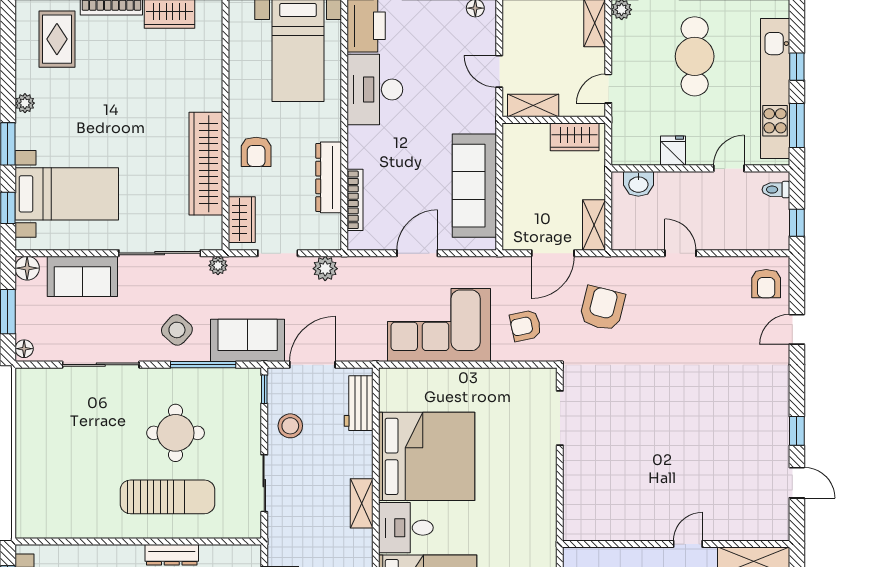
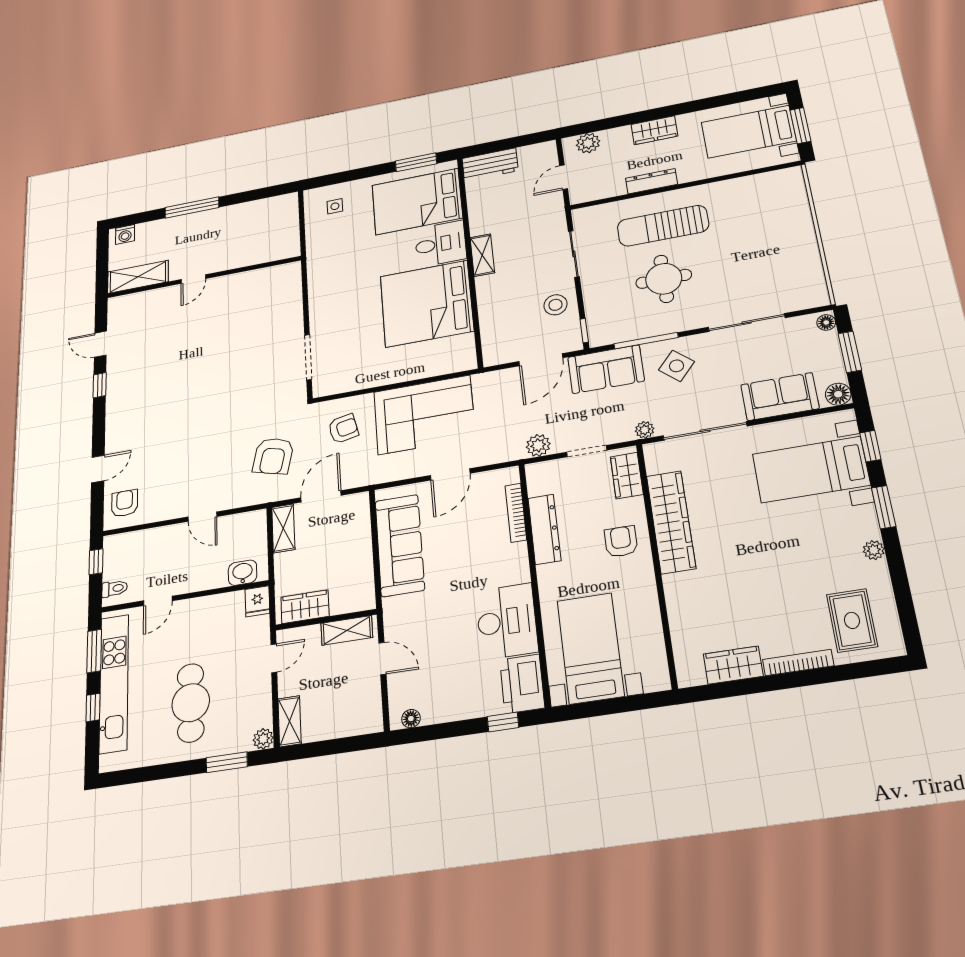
fridge: (673, 151) -> (257, 601), moved
workbench: (359, 403) -> (494, 335), removed

